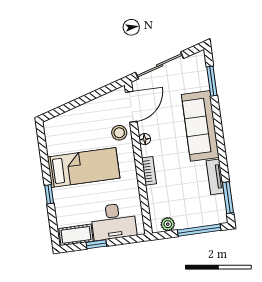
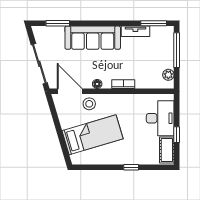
bed: (84, 167) -> (92, 135), moved, turned 74

